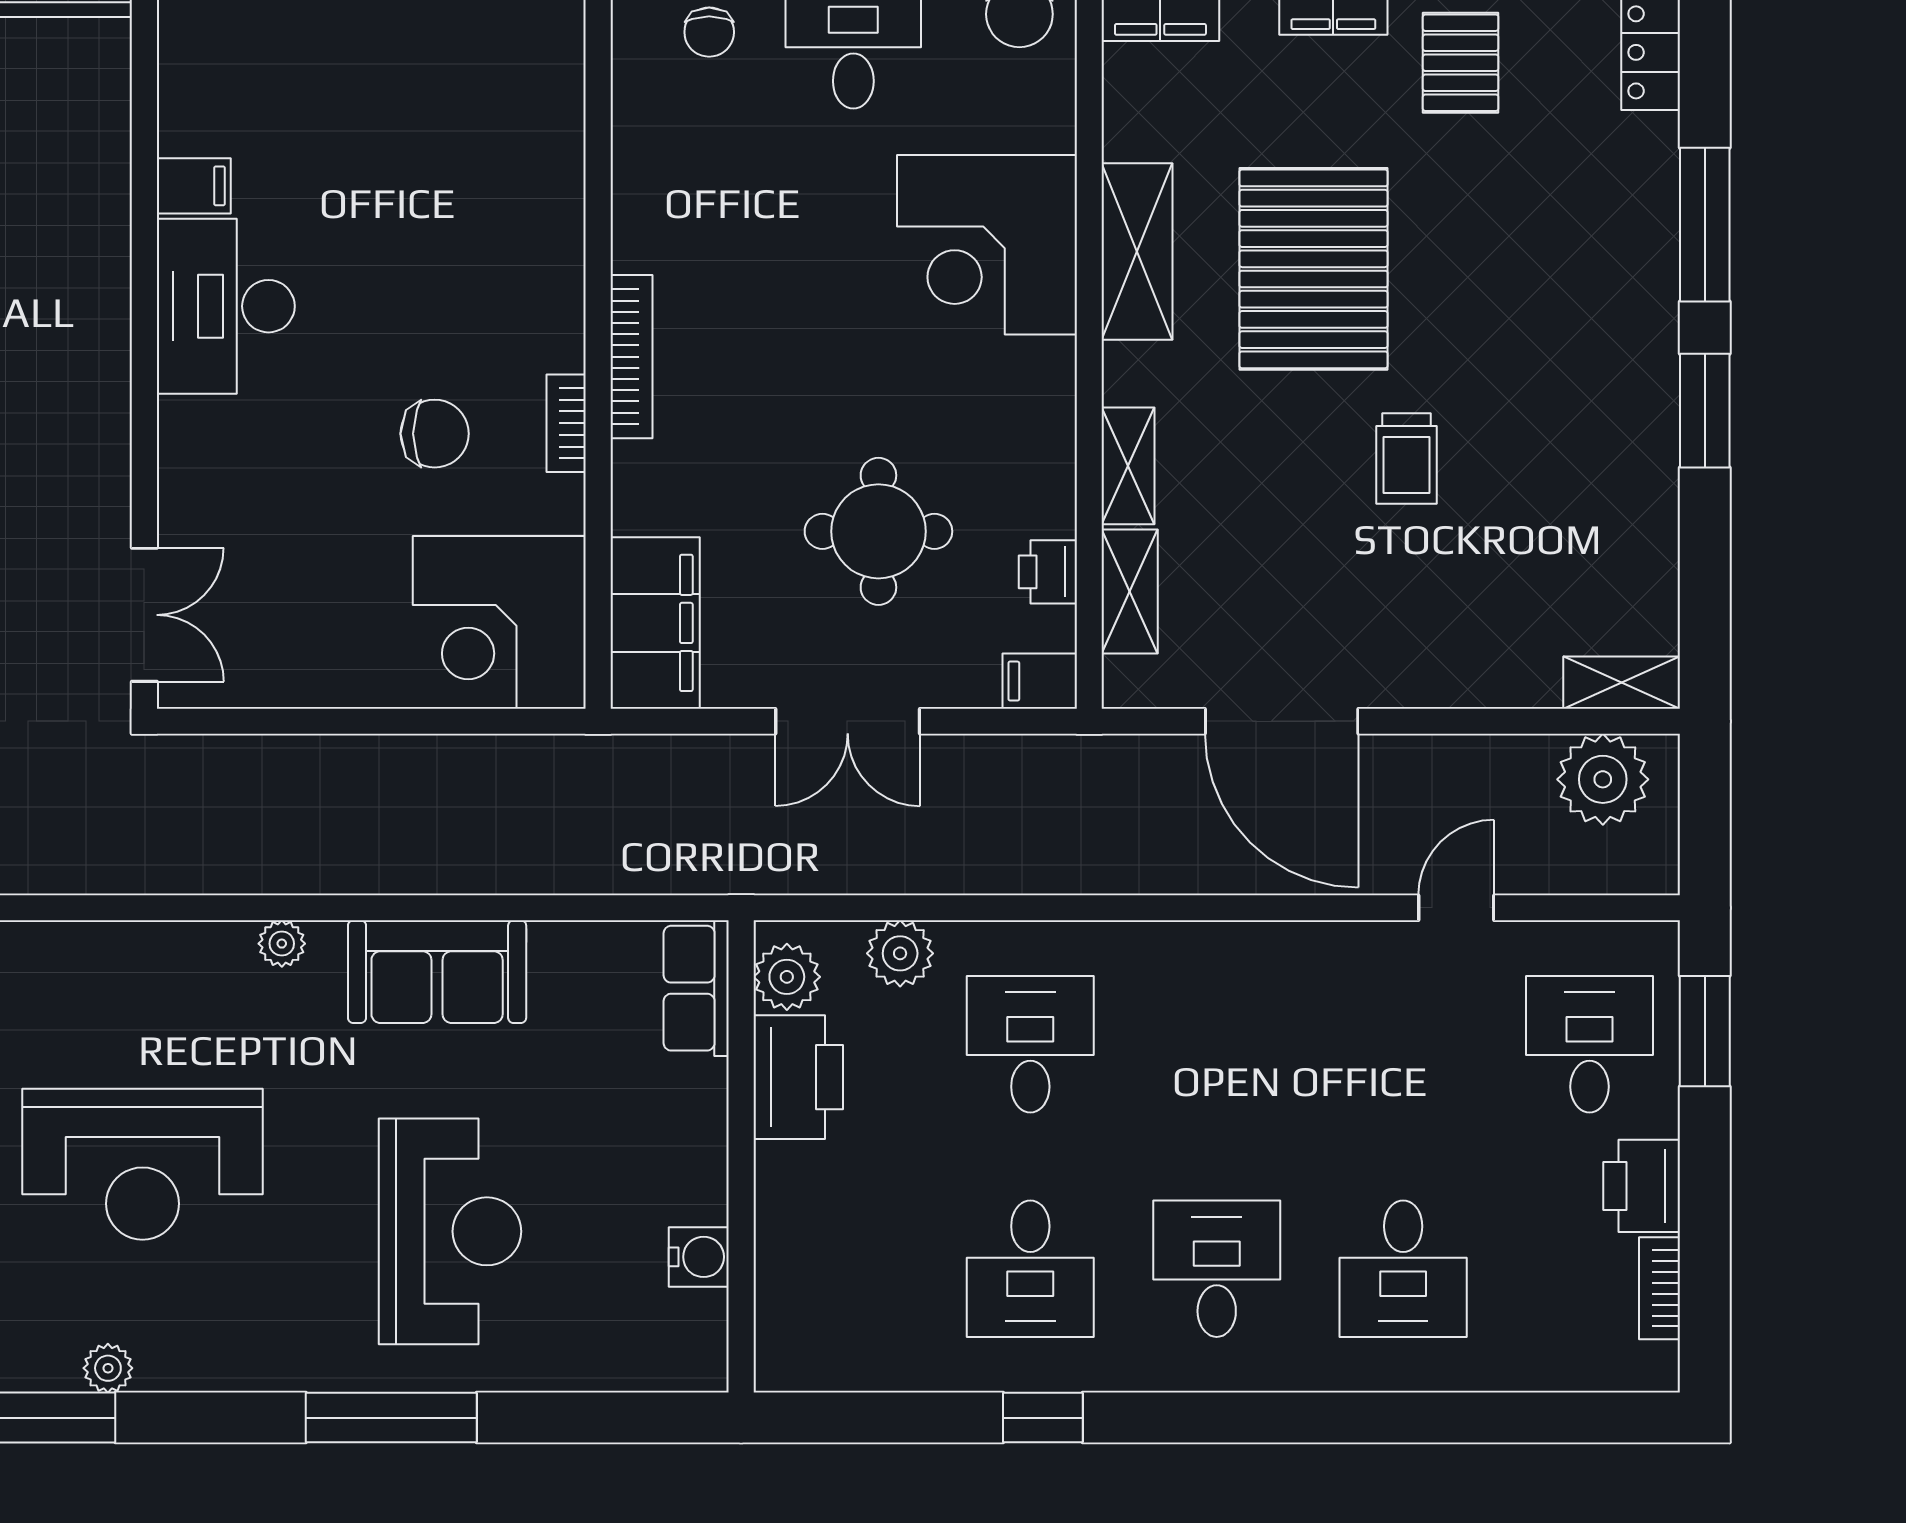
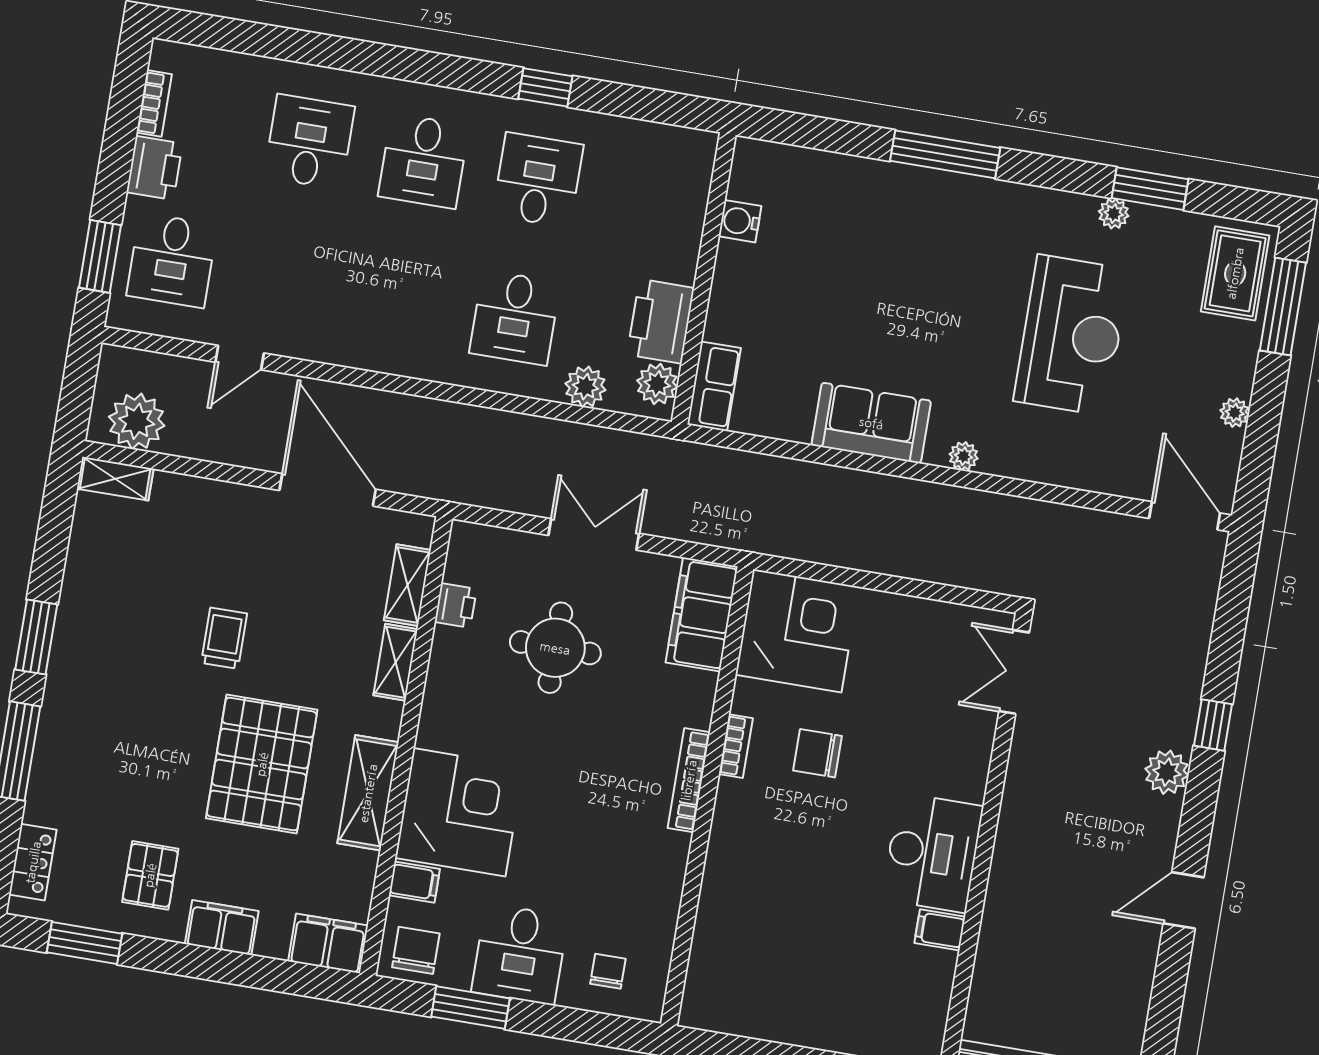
filing cabinet: (1040, 681) -> (414, 882), moved
reception desk: (142, 1164) -> (1072, 335), turned 90
reception desk: (450, 1231) -> (890, 262), removed

